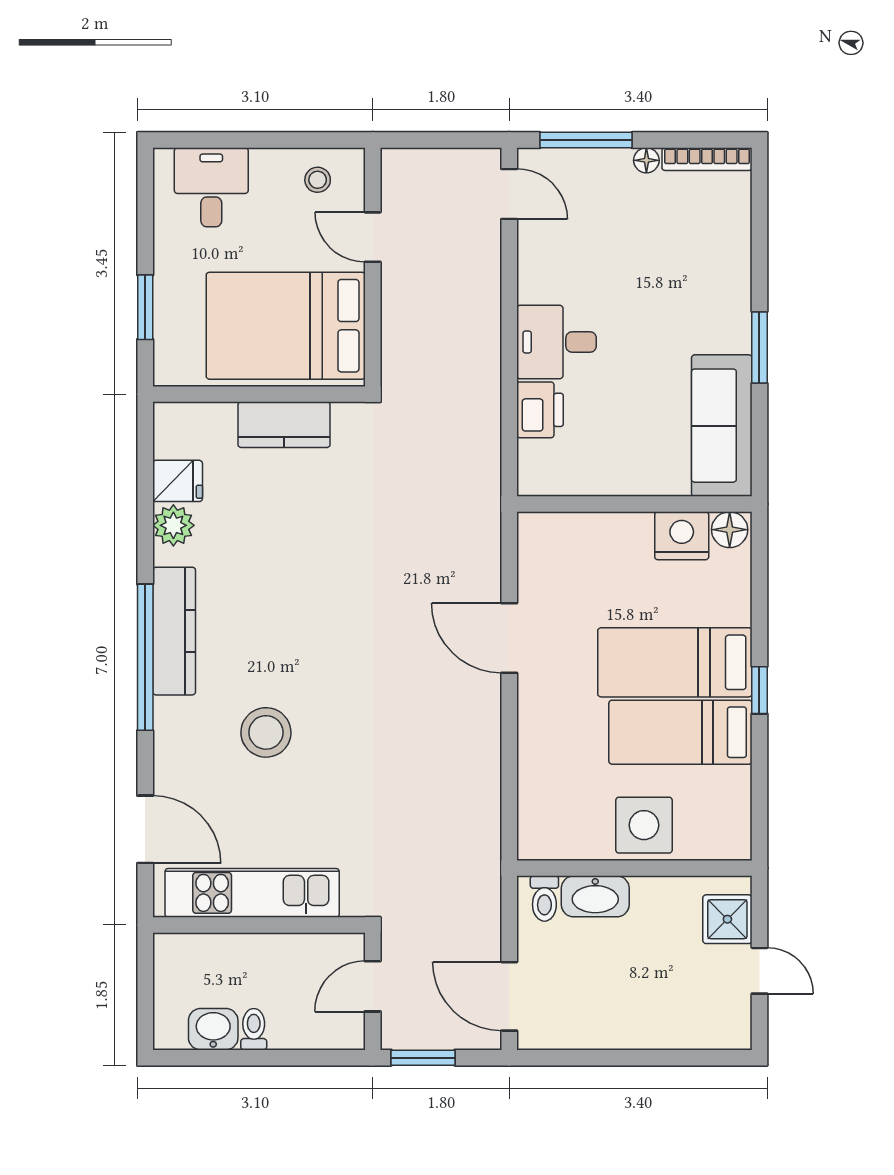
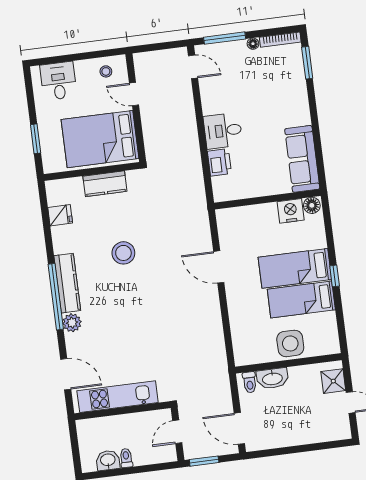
window: (759, 348) -> (307, 63), moved
plant: (173, 525) -> (72, 323), moved
stool: (266, 732) -> (123, 253), moved

